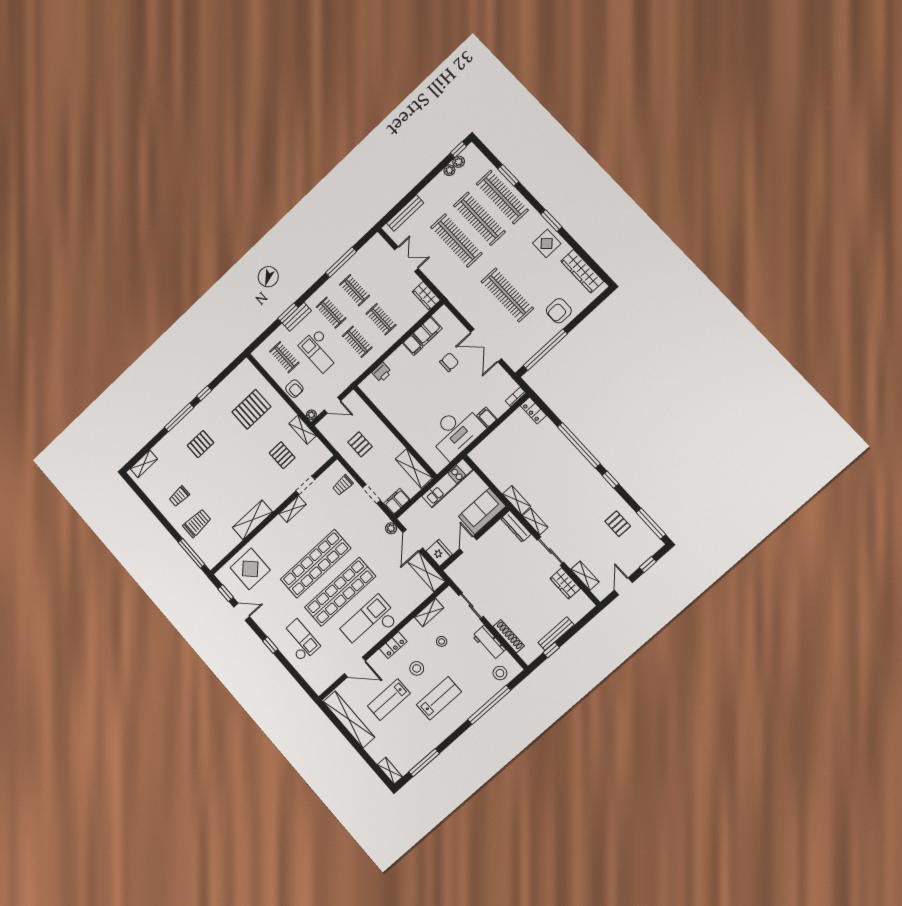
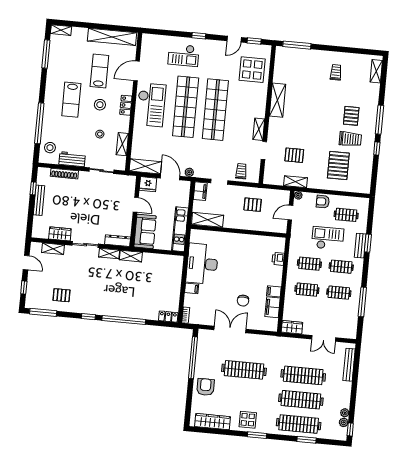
trolley: (197, 523) -> (350, 139), moved, turned -90

